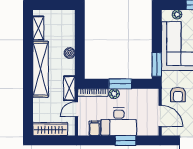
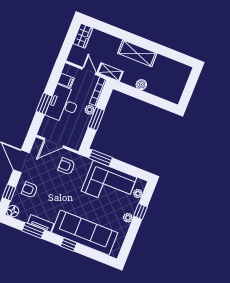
shelving: (38, 28) -> (174, 66), removed
shelving: (41, 69) -> (137, 53), width x0.68
wardrobe: (50, 129) -> (83, 36), width x0.67

